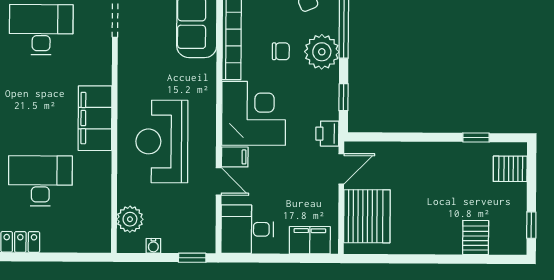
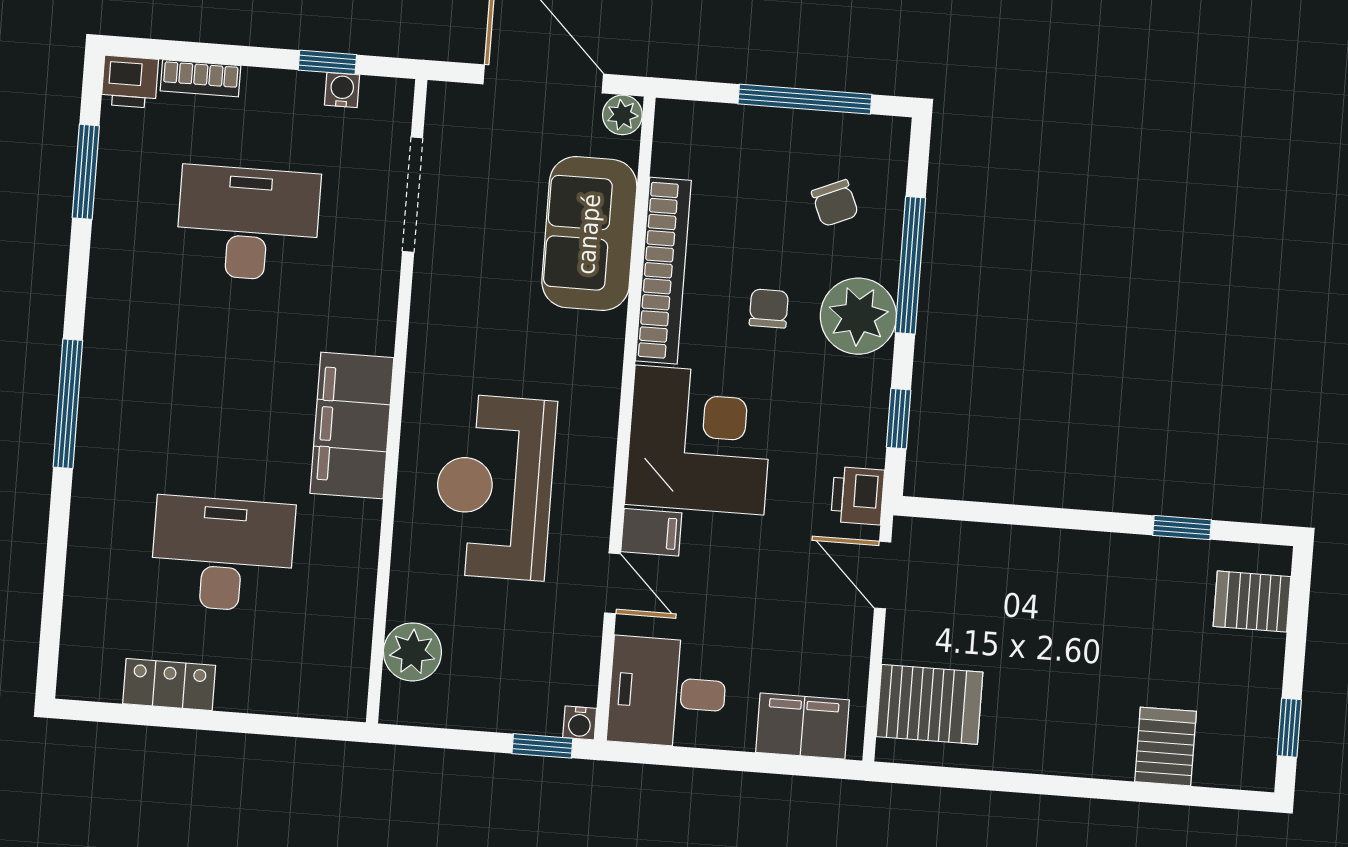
chair: (281, 51) -> (769, 308), turned -90
door: (341, 169) -> (883, 575), swing flipped
server rack: (367, 216) -> (929, 704), width x0.62
water cooler: (153, 246) -> (580, 723), moved

